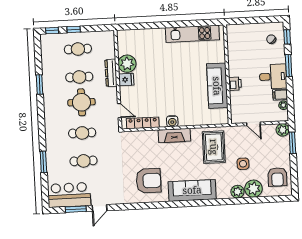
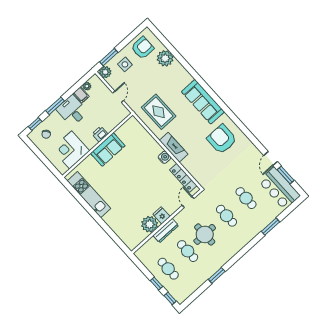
corner desk: (242, 49) -> (71, 150), added
sofa: (217, 86) -> (108, 149), width x0.73
rug: (214, 147) -> (159, 112), turned 90
side table: (243, 164) -> (125, 64), moved
plant: (237, 192) -> (177, 68), removed
door: (100, 208) -> (271, 158), swing flipped

